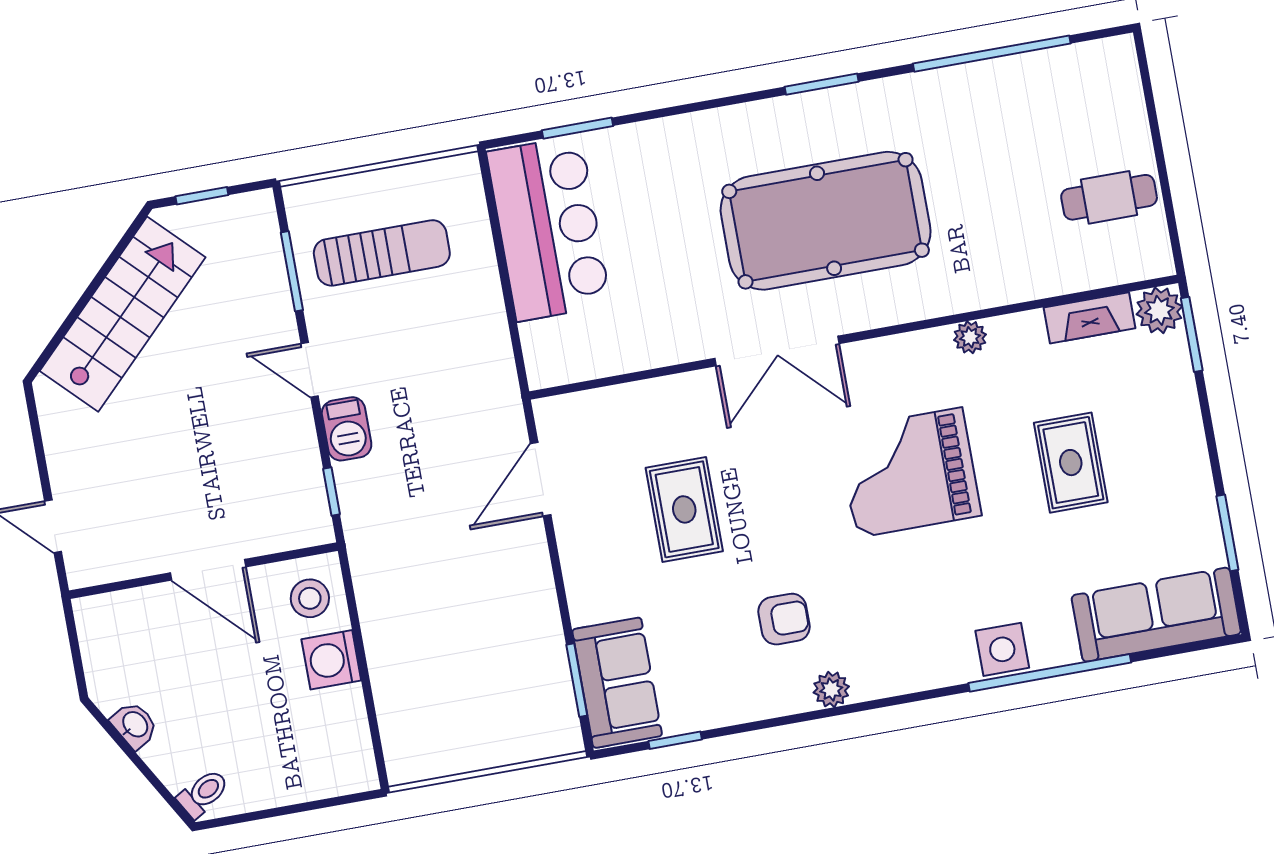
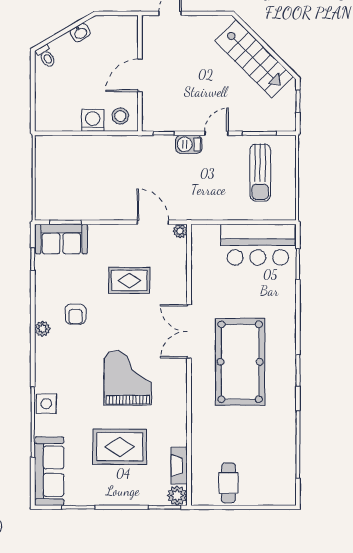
plant: (970, 337) -> (180, 231), moved
rug: (1071, 463) -> (120, 447), width x1.36, depth x1.43

